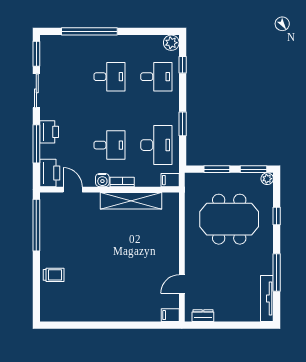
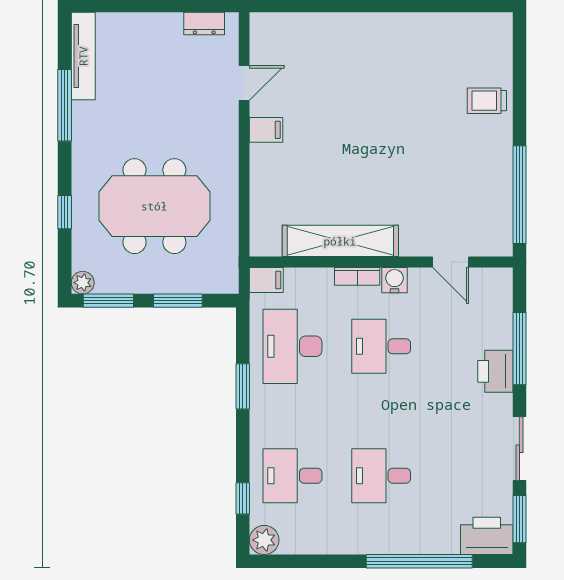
printer: (50, 173) -> (487, 536), moved, turned 90
filing cabinet: (170, 315) -> (266, 130), moved

